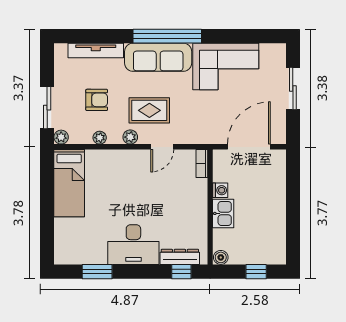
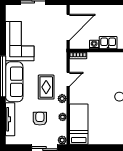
door: (162, 147) -> (68, 79), hinge flipped
door: (249, 147) -> (68, 27), swing flipped
bed: (69, 183) -> (79, 124), moved, turned -90

